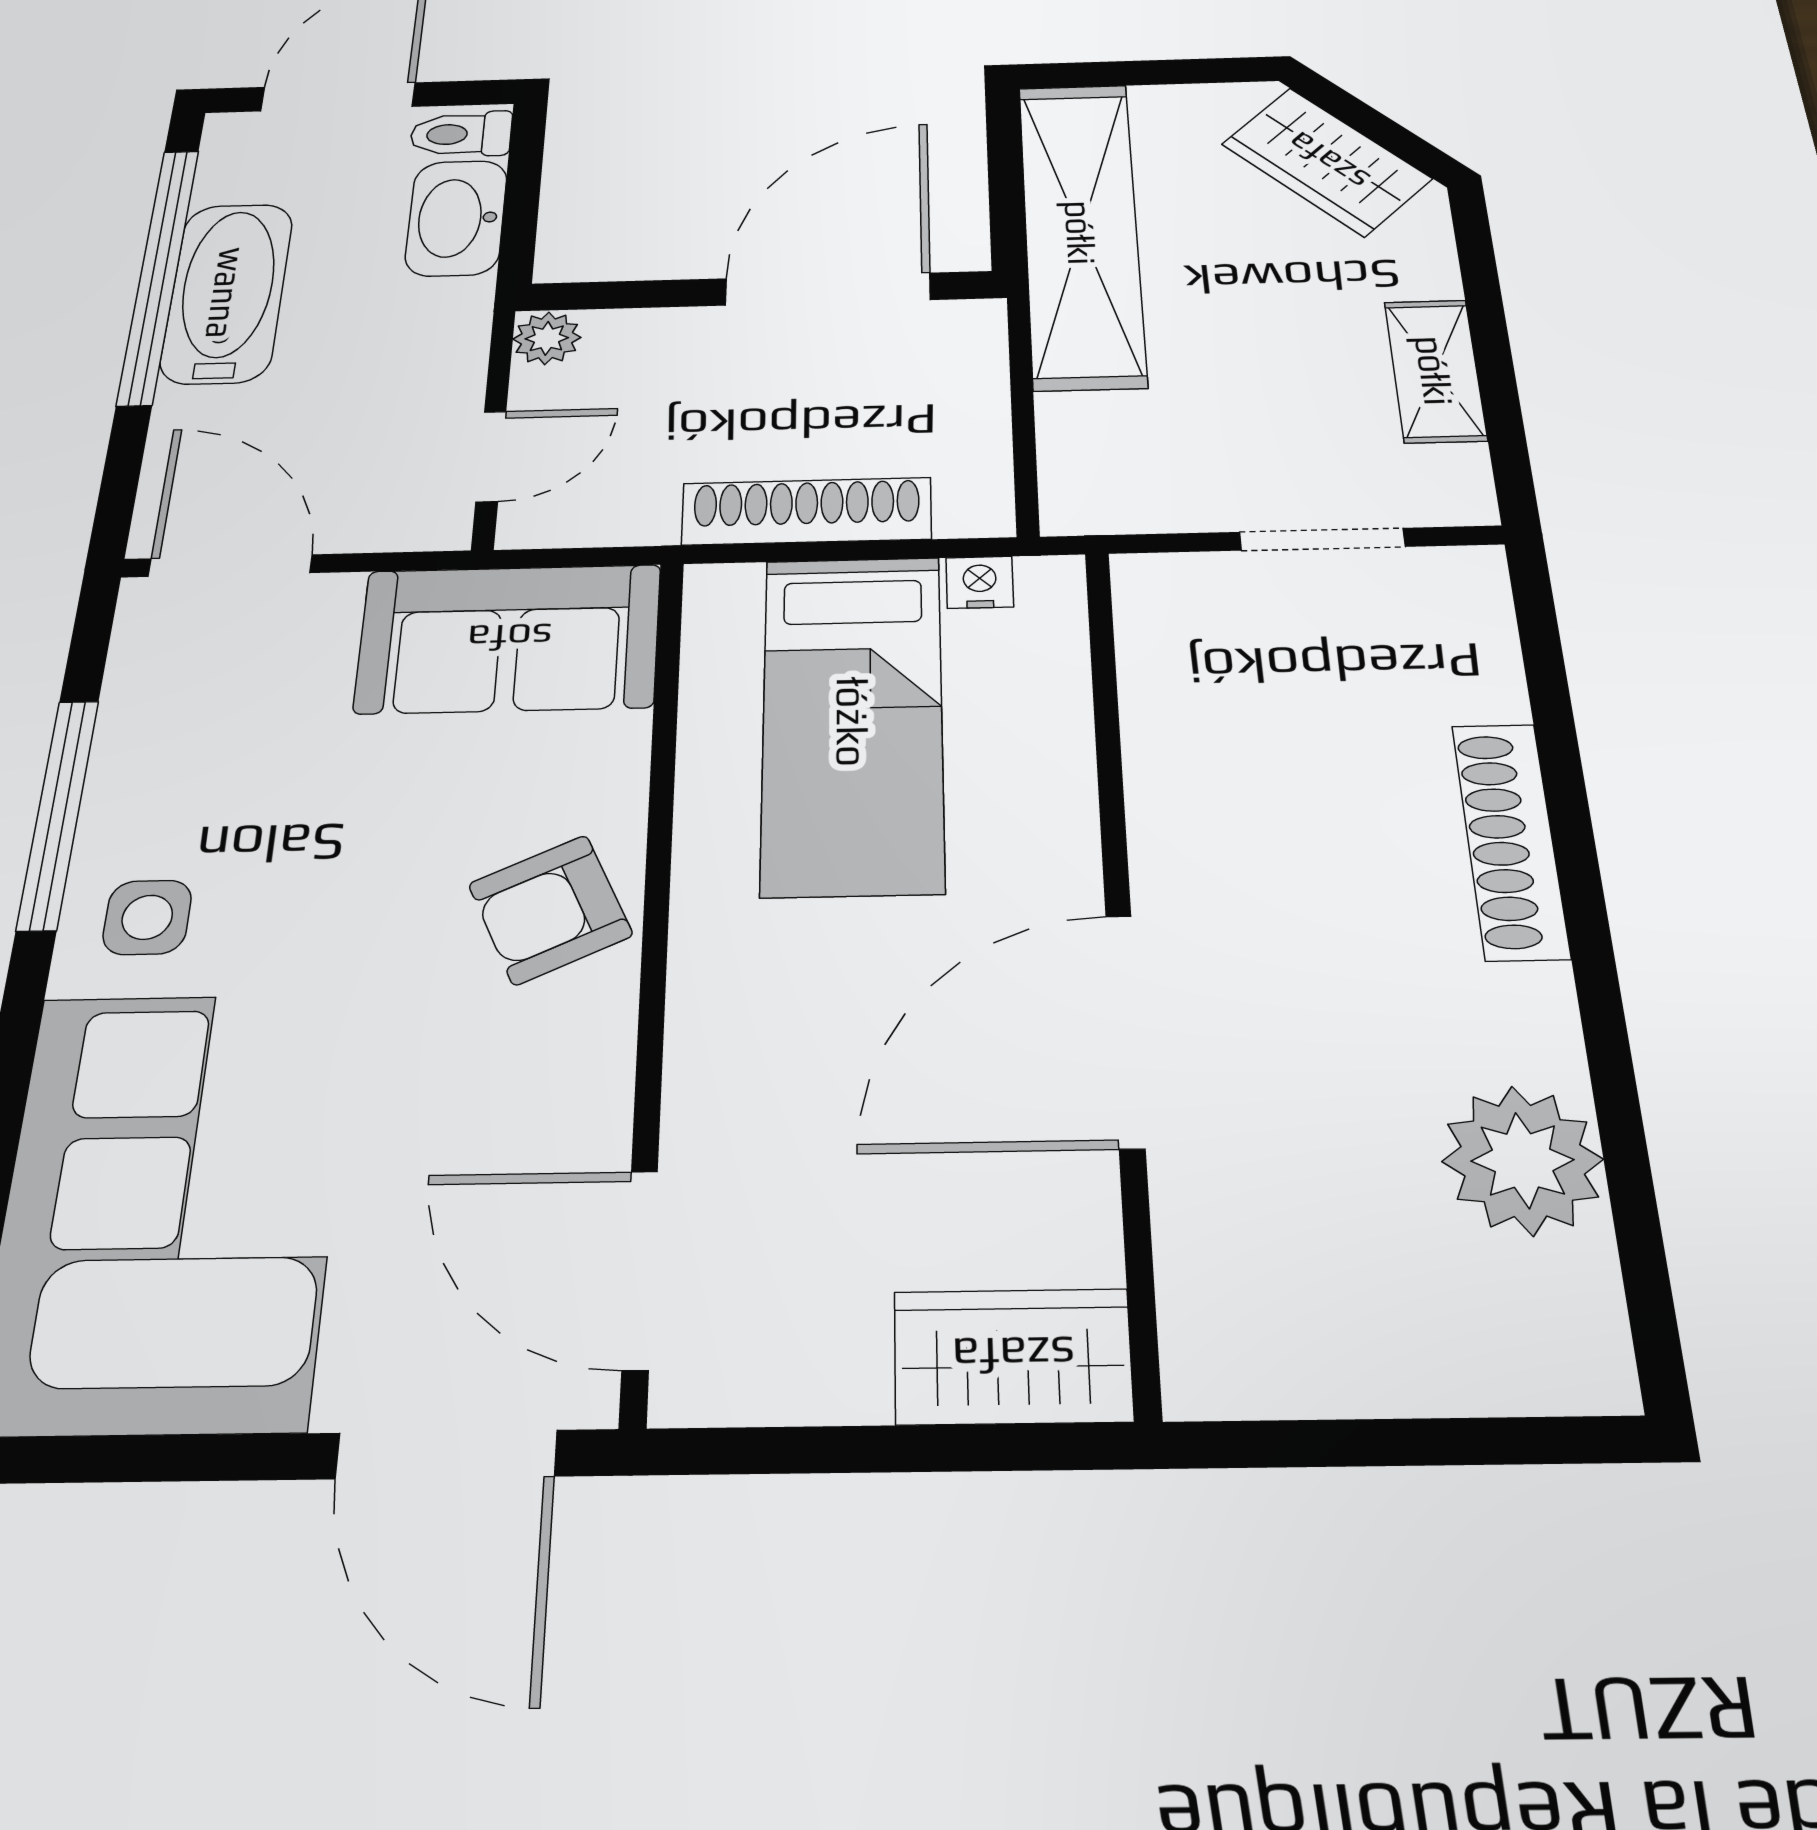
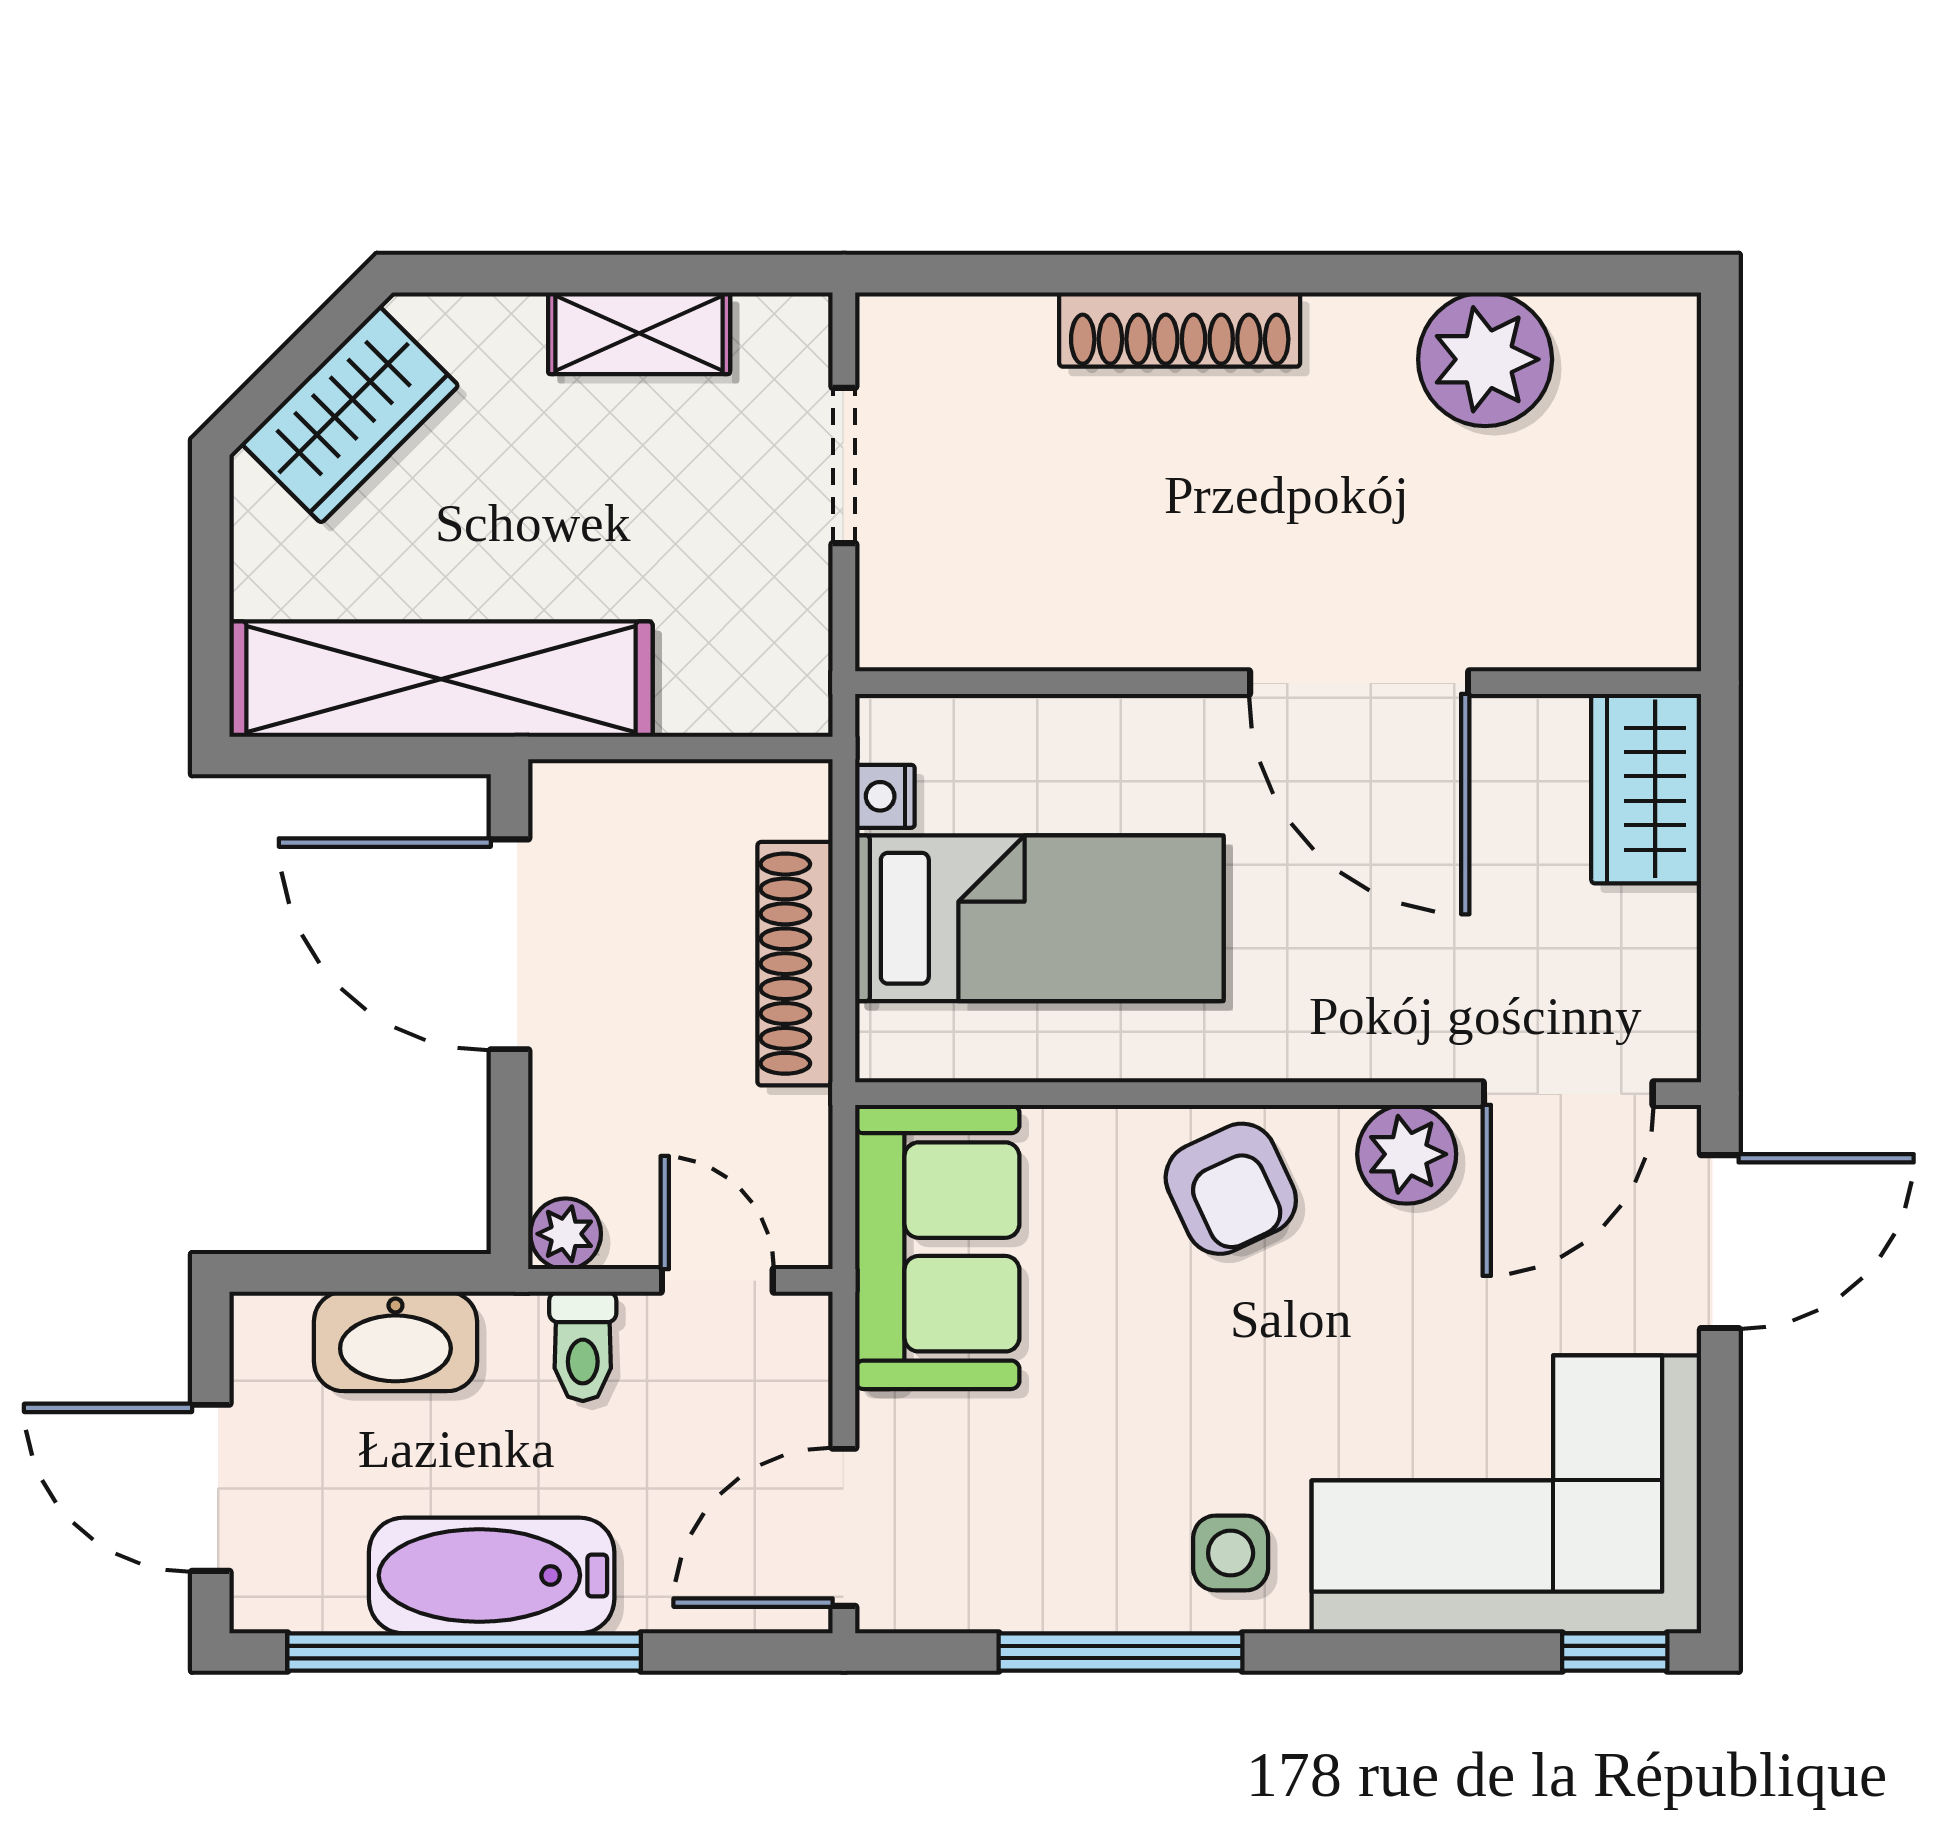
toilet: (461, 134) -> (583, 1346), moved
plant: (578, 1090) -> (1407, 1154), added

